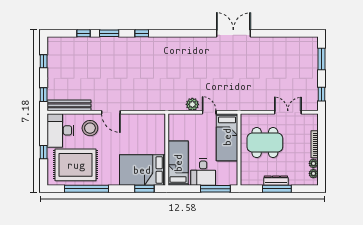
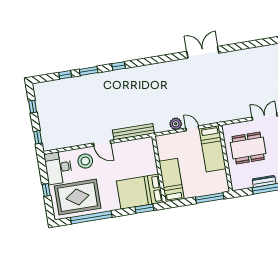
bench: (69, 105) -> (133, 132), moved
desk: (203, 172) -> (196, 184), removed

